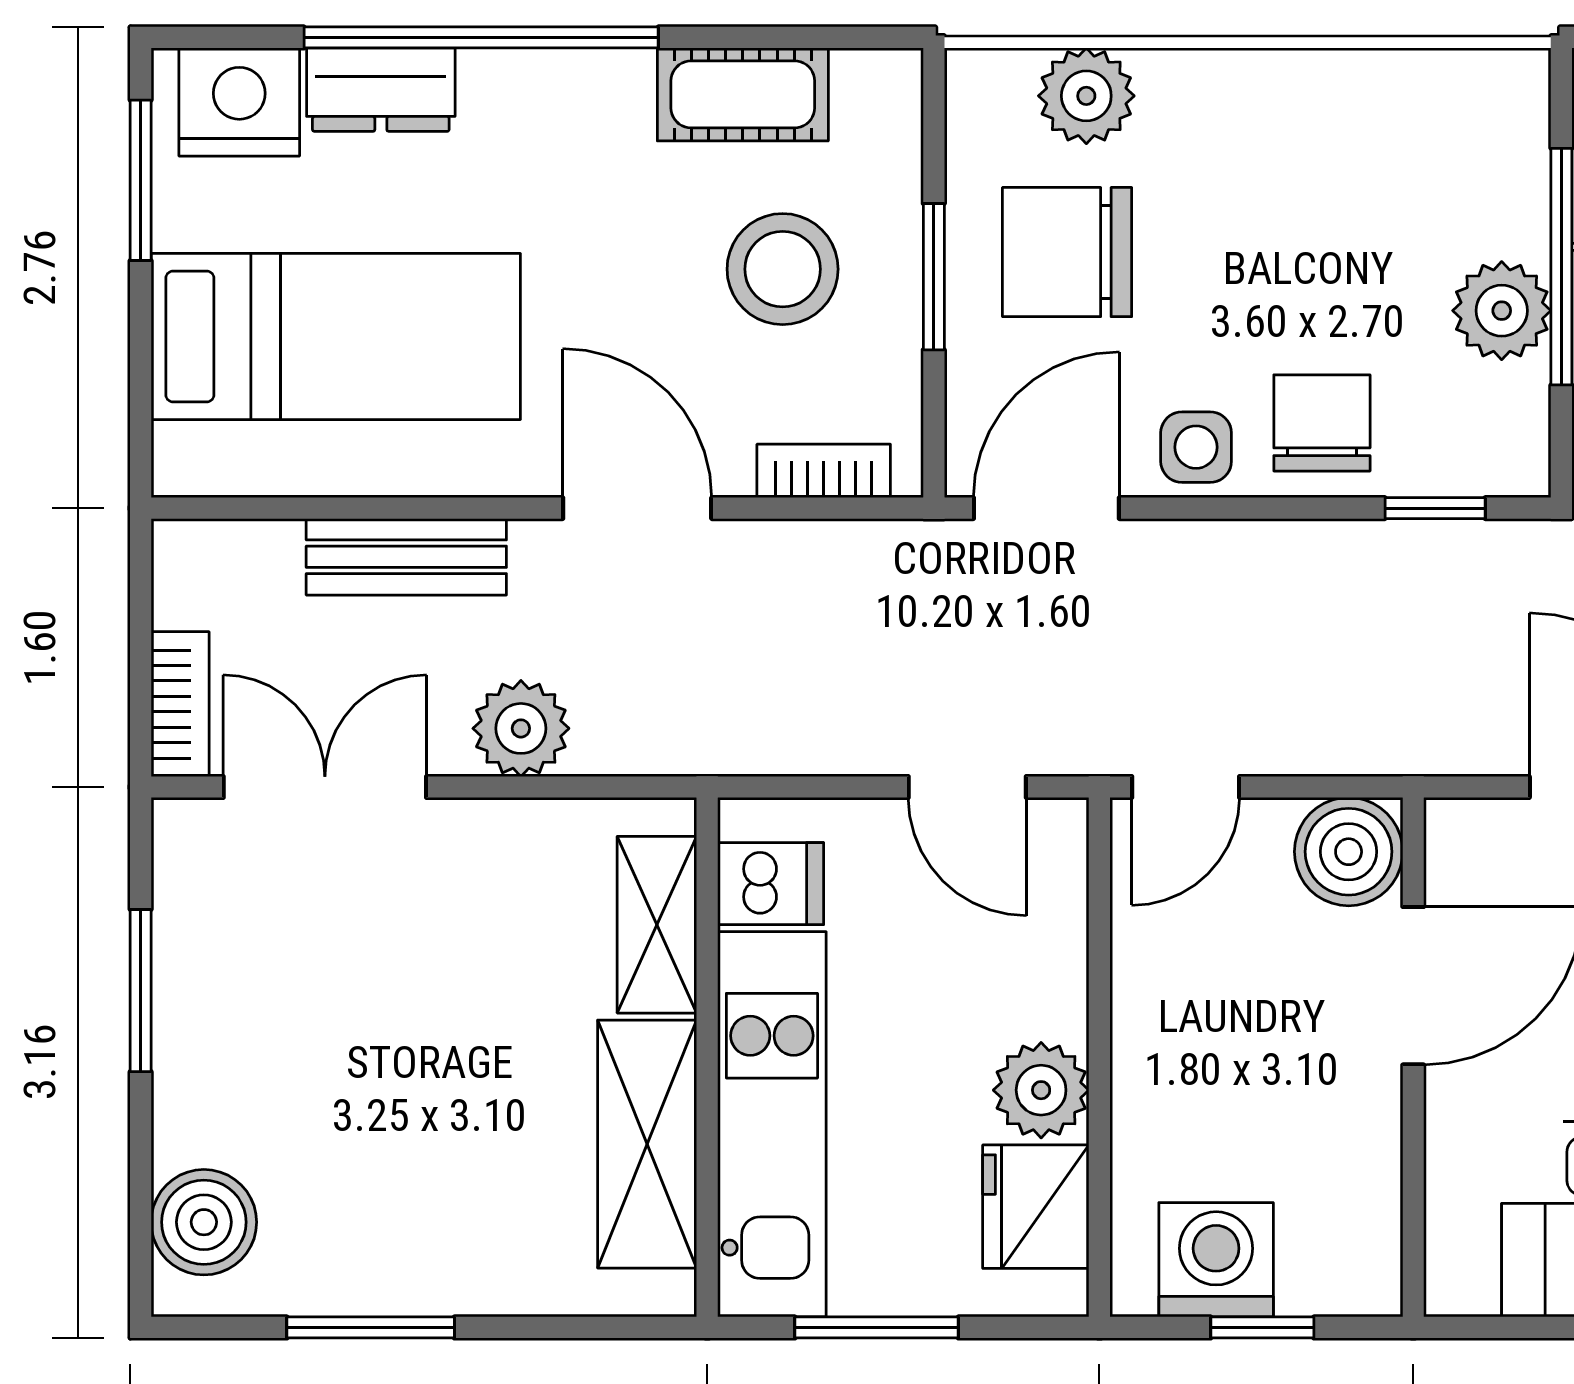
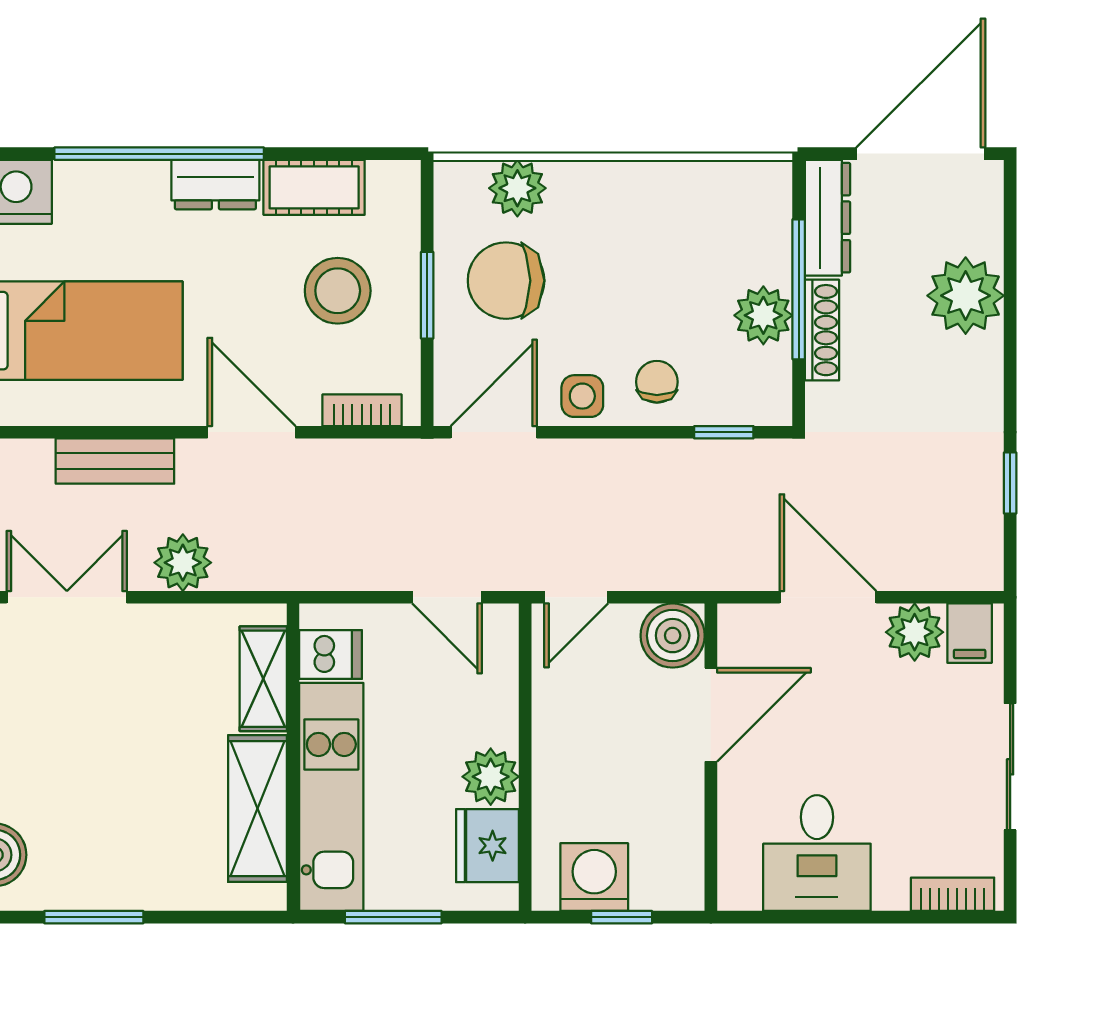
dresser: (381, 90) -> (215, 185), moved
chair: (1322, 423) -> (657, 382), width x0.73, depth x0.73

